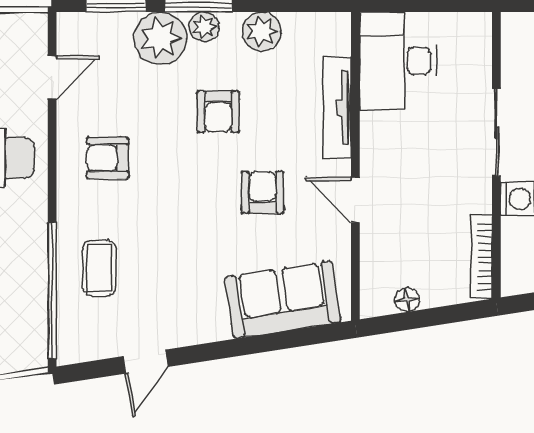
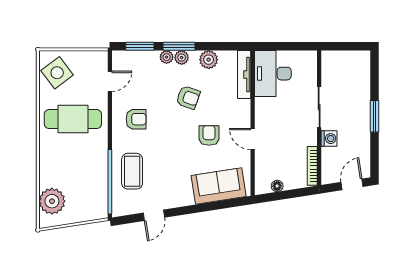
plant: (160, 38) -> (167, 57), width x0.53, depth x0.53
tv unit: (337, 108) -> (244, 74), moved
armchair: (218, 112) -> (188, 97), turned -71
armchair: (108, 158) -> (136, 119), turned 180
coffee table: (99, 268) -> (132, 171), width x1.36, depth x1.30

